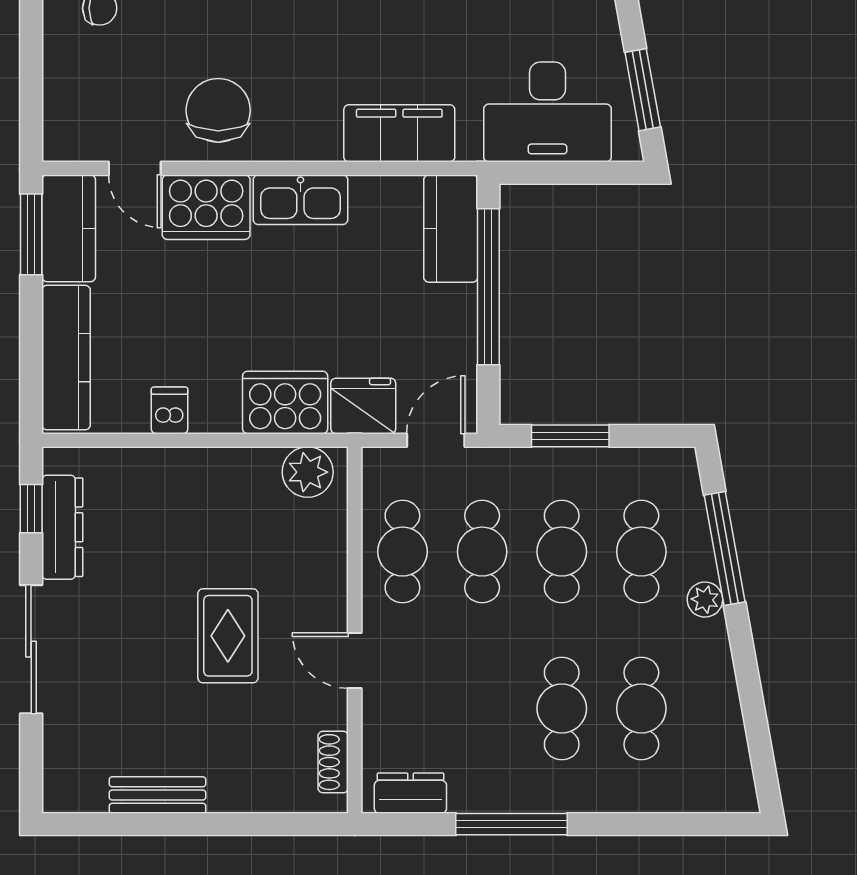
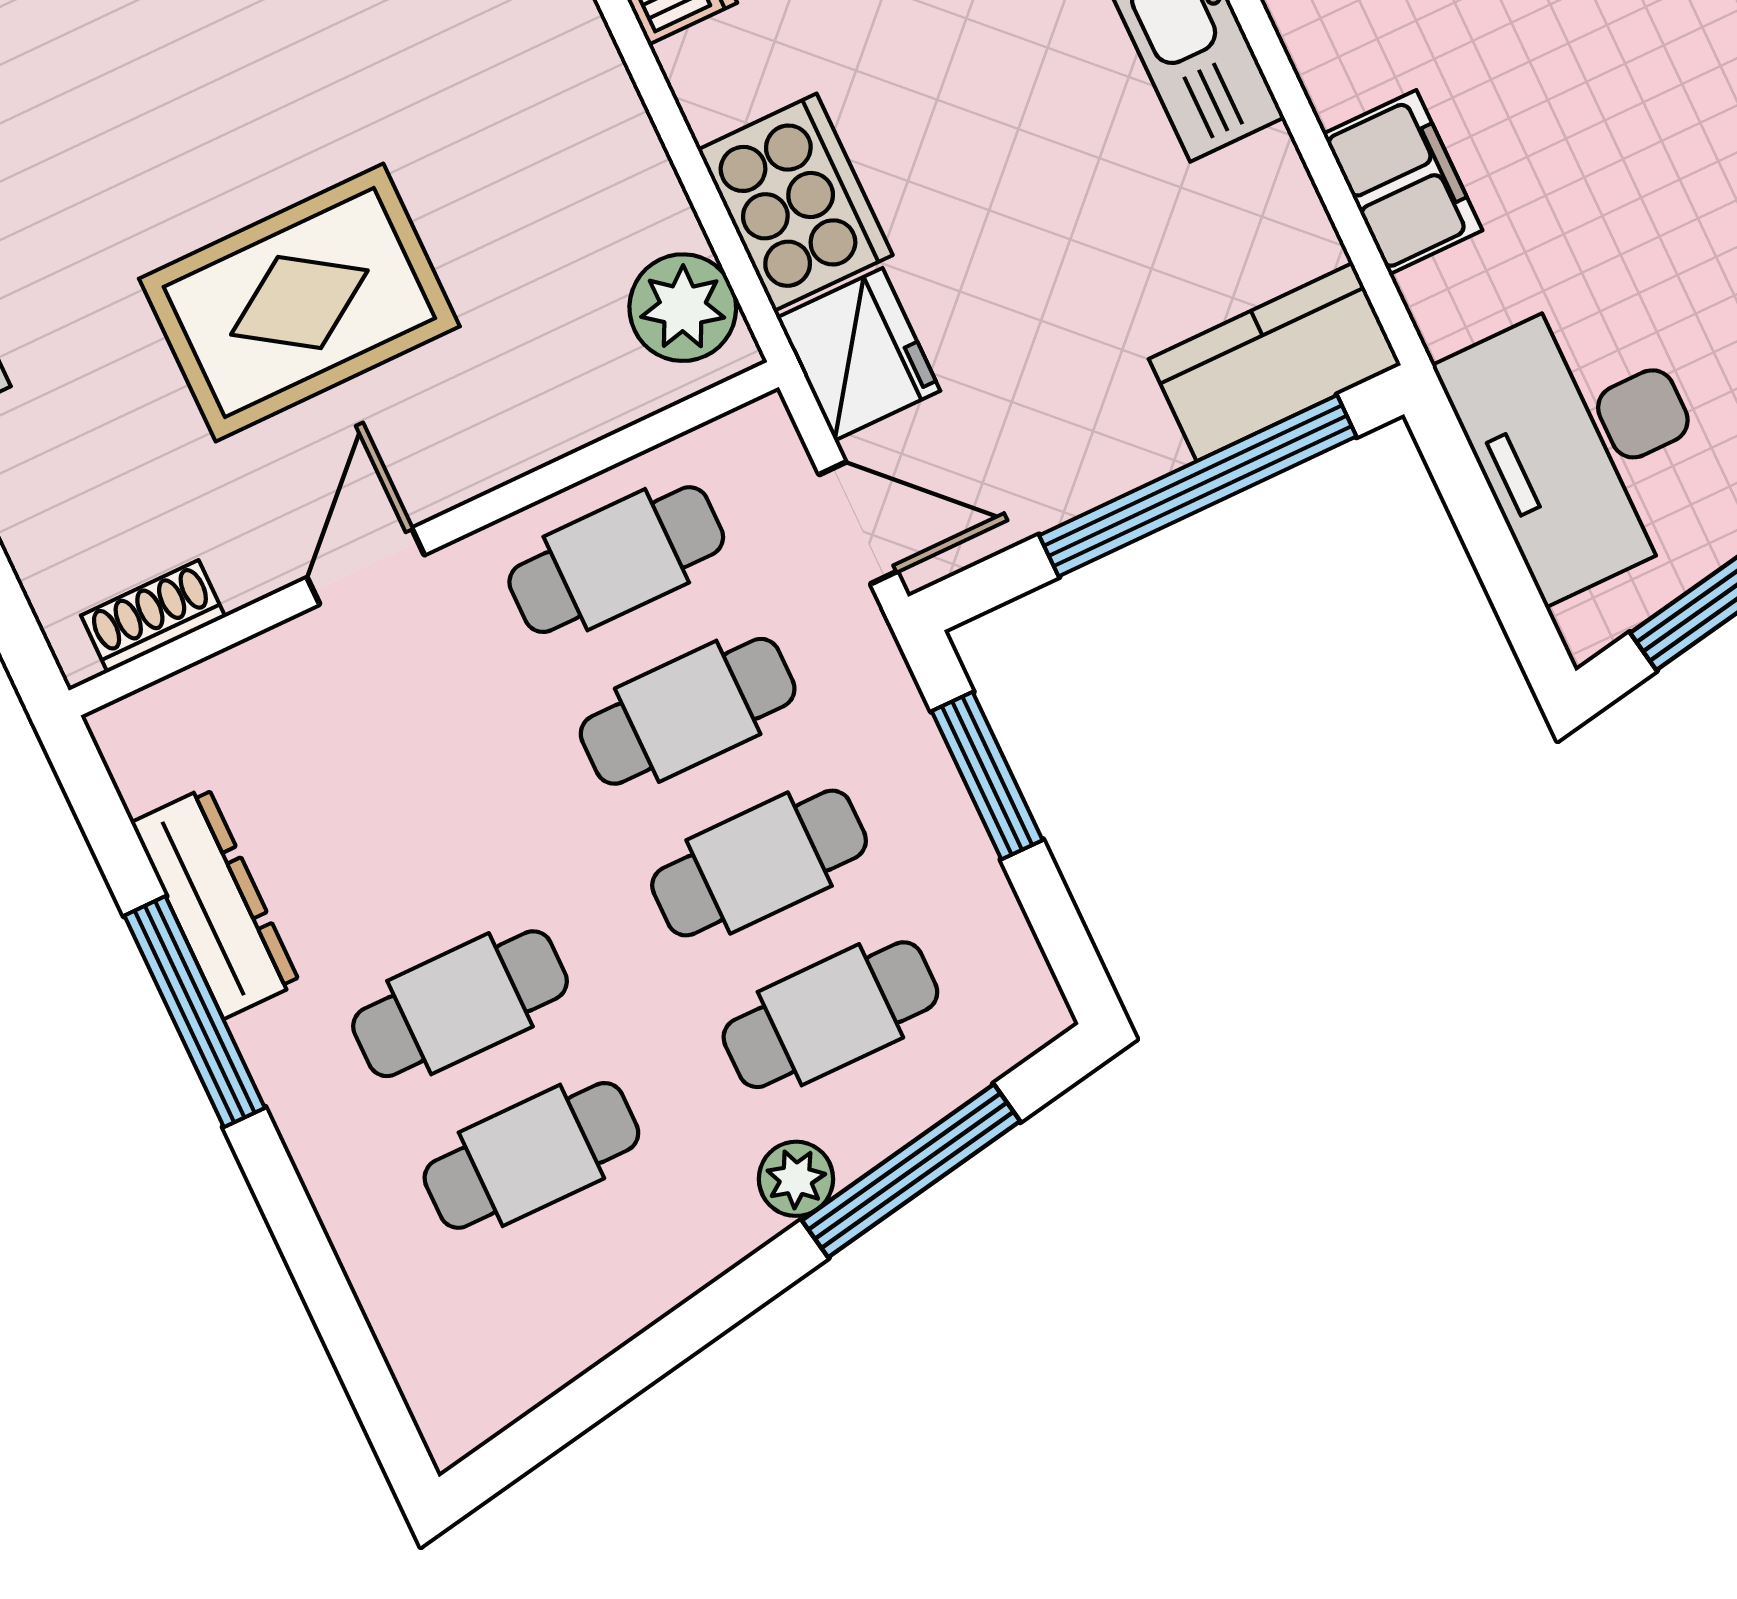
filing cabinet: (399, 133) -> (1403, 182), width x0.67, depth x0.86
rug: (228, 636) -> (299, 303), width x1.36, depth x1.43
dresser: (410, 793) -> (216, 903), moved, width x1.44

